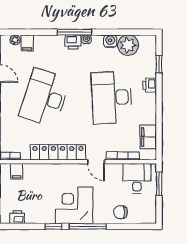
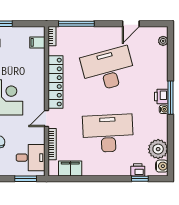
water cooler: (110, 41) -> (162, 166), moved
filing cabinet: (27, 43) -> (160, 53), removed
printer: (150, 85) -> (138, 170), moved
desk: (45, 98) -> (108, 69), turned -33

